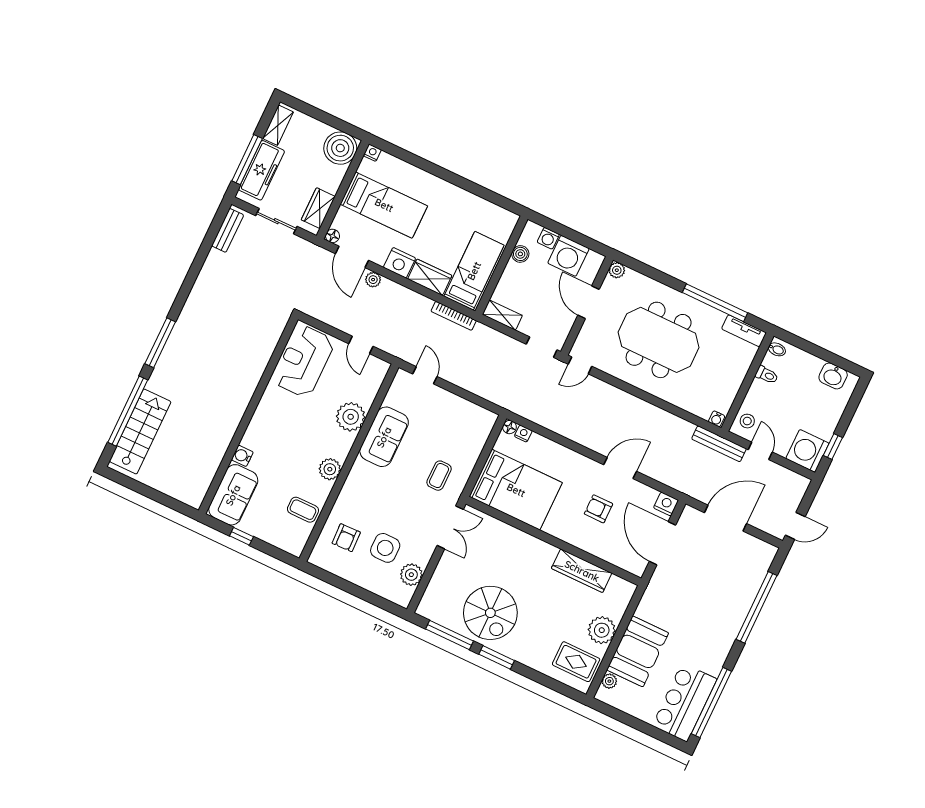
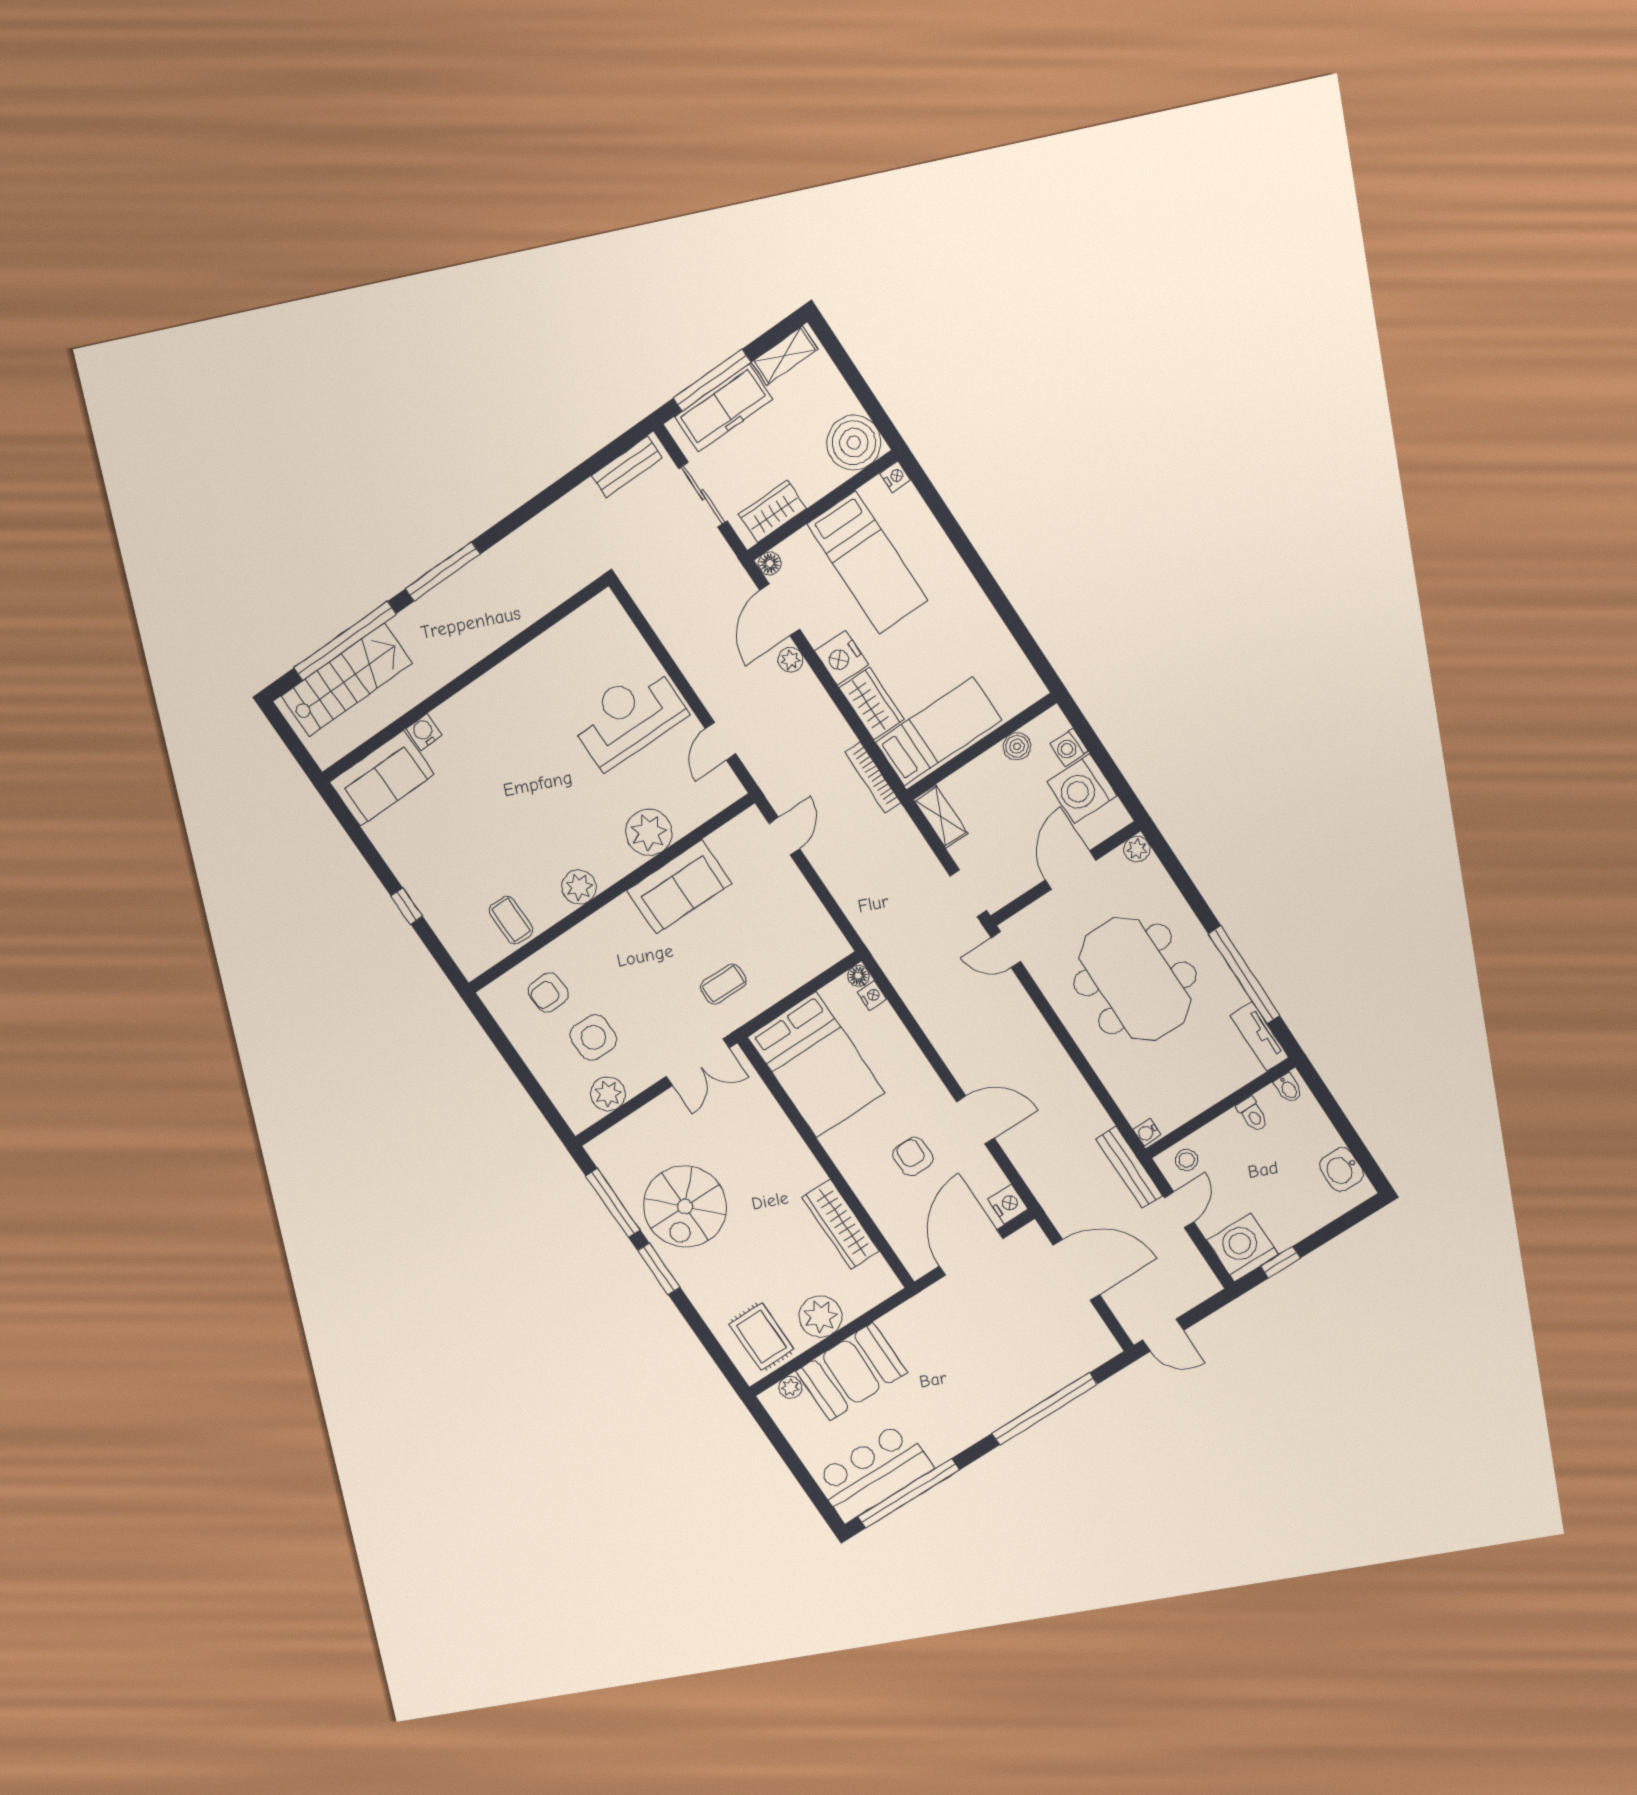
wall: (248, 415) -> (464, 680), moved
water cooler: (242, 456) -> (424, 732), moved
sofa: (233, 495) -> (382, 778), moved

